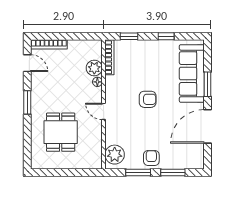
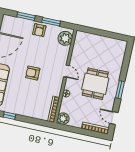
window: (129, 36) -> (36, 121), removed
plant: (94, 68) -> (63, 119), moved
dining table: (61, 132) -> (95, 84), moved

